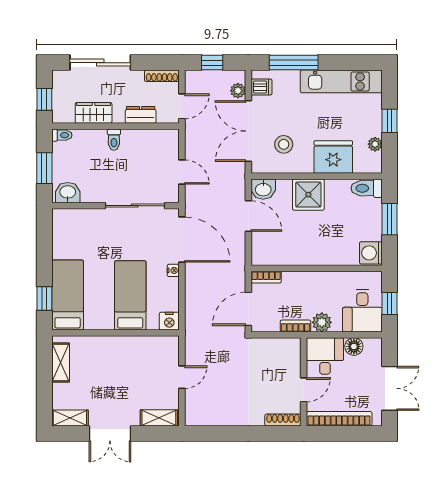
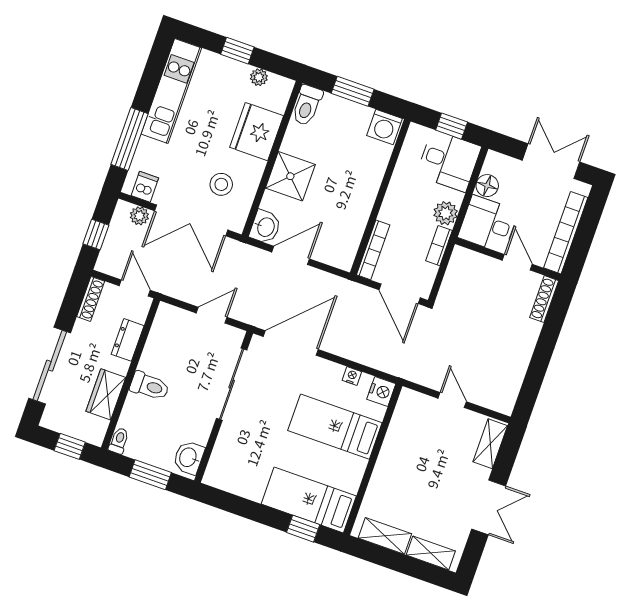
toilet: (114, 140) -> (150, 386), width x1.37, depth x1.39
nightstand: (173, 270) -> (352, 376), moved
bookcase: (266, 277) -> (373, 250), width x1.56
shelving: (70, 418) -> (431, 553), moved, turned 90

